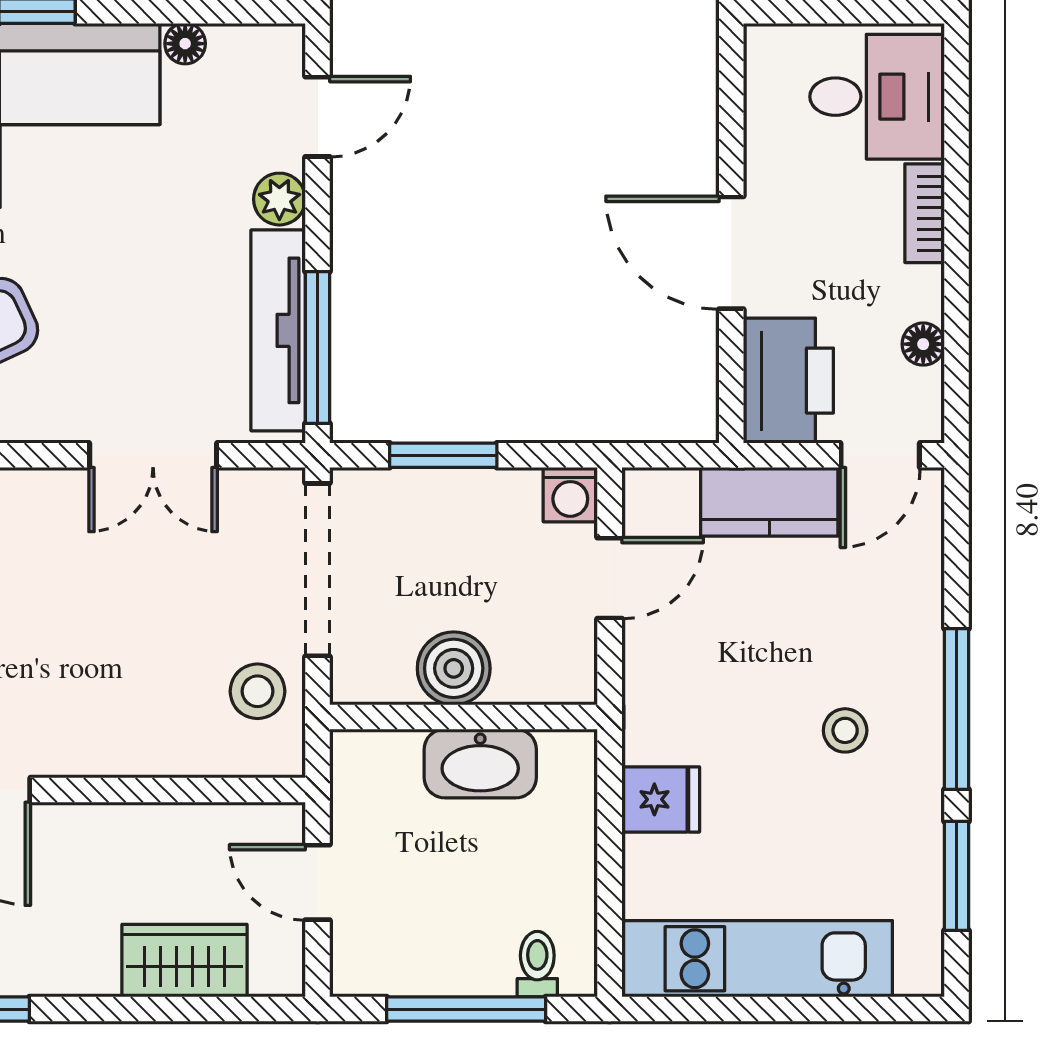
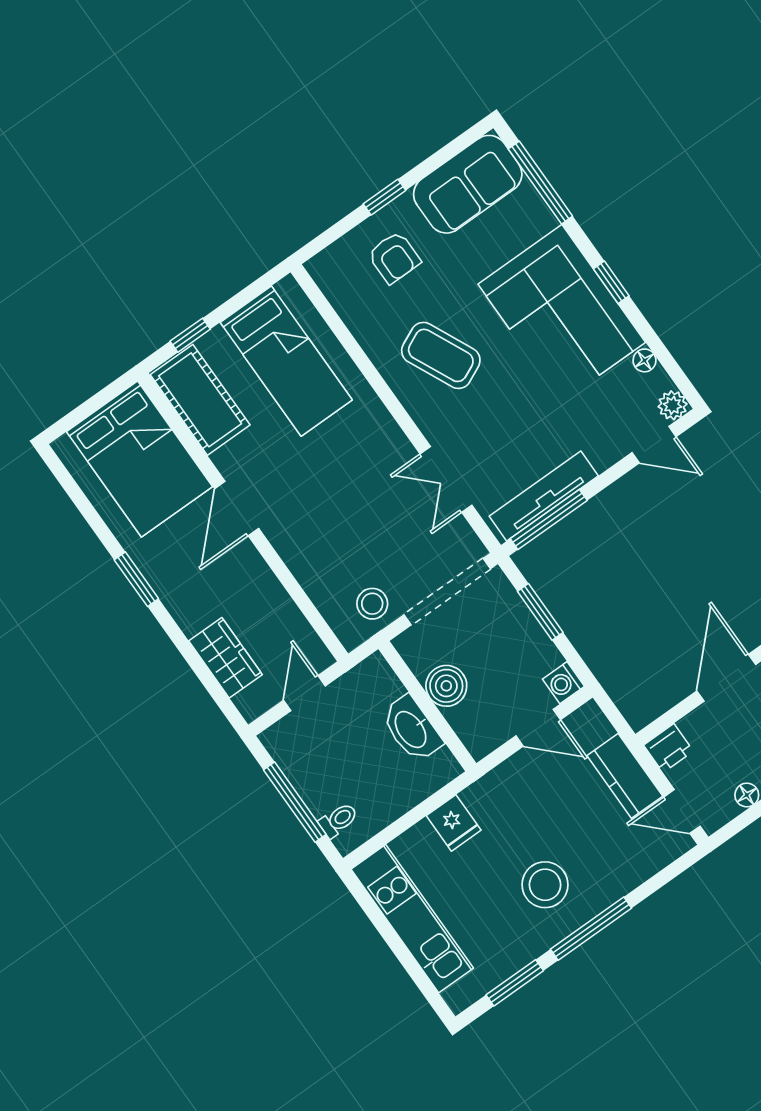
plant: (279, 199) -> (673, 405), moved
printer: (788, 381) -> (668, 748), width x0.53, depth x0.68
stool: (845, 730) -> (545, 885), width x1.89, depth x1.89

